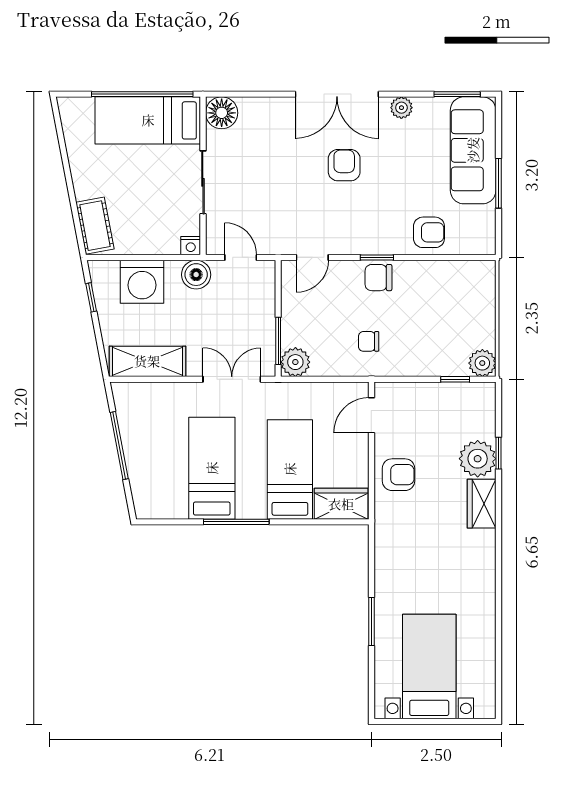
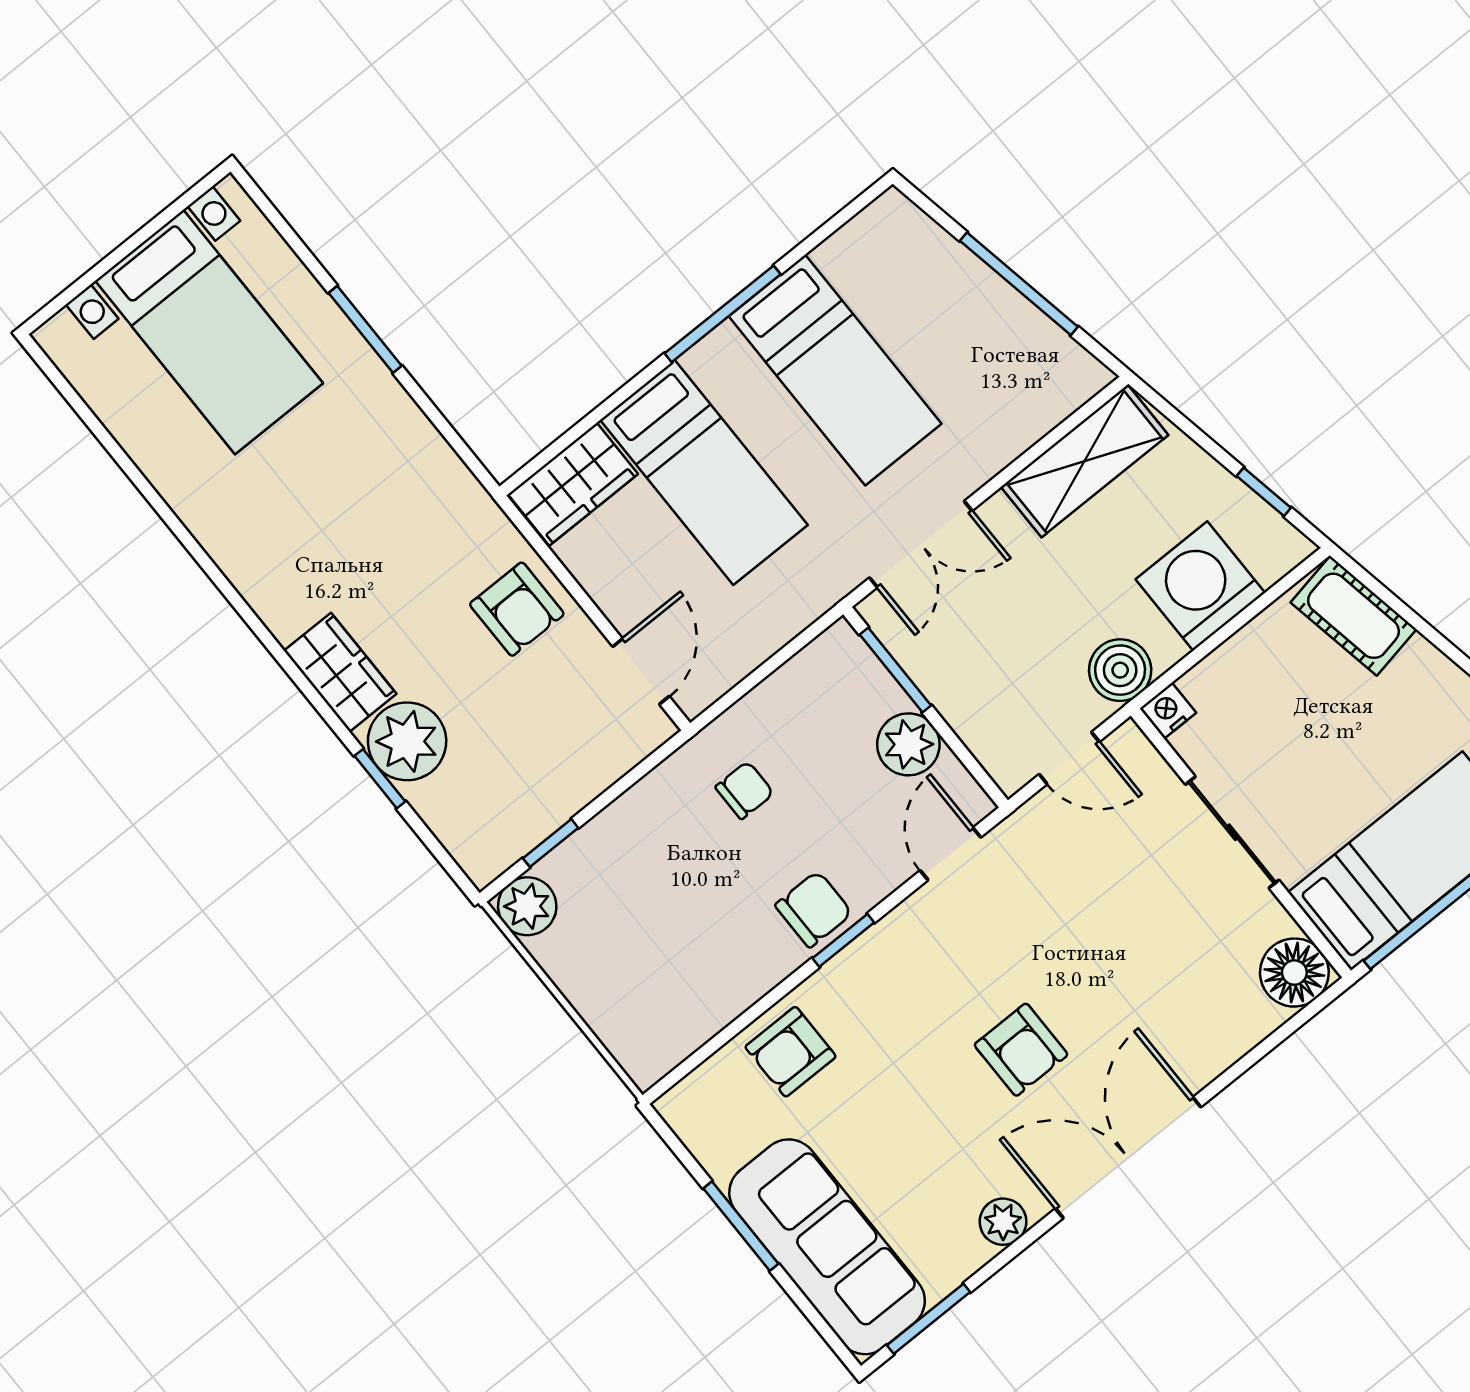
plant: (295, 362) -> (908, 744), moved
armchair: (398, 475) -> (517, 609), turned -90

